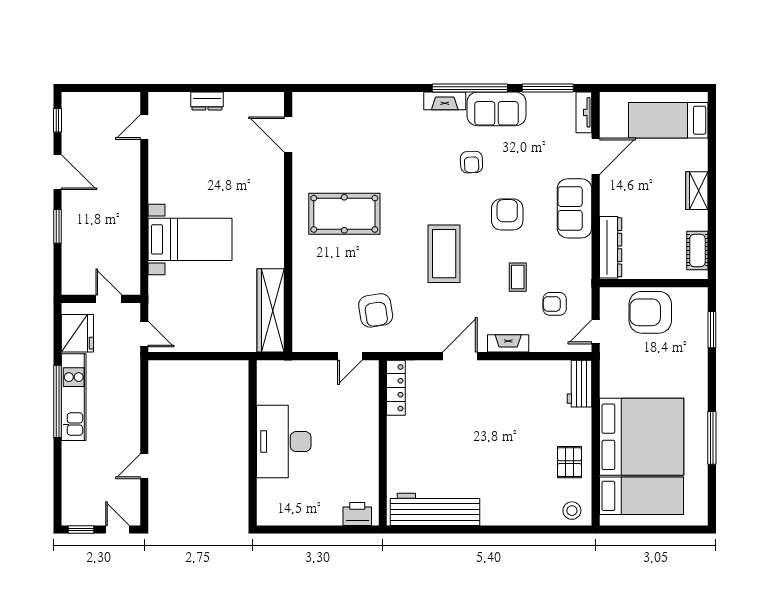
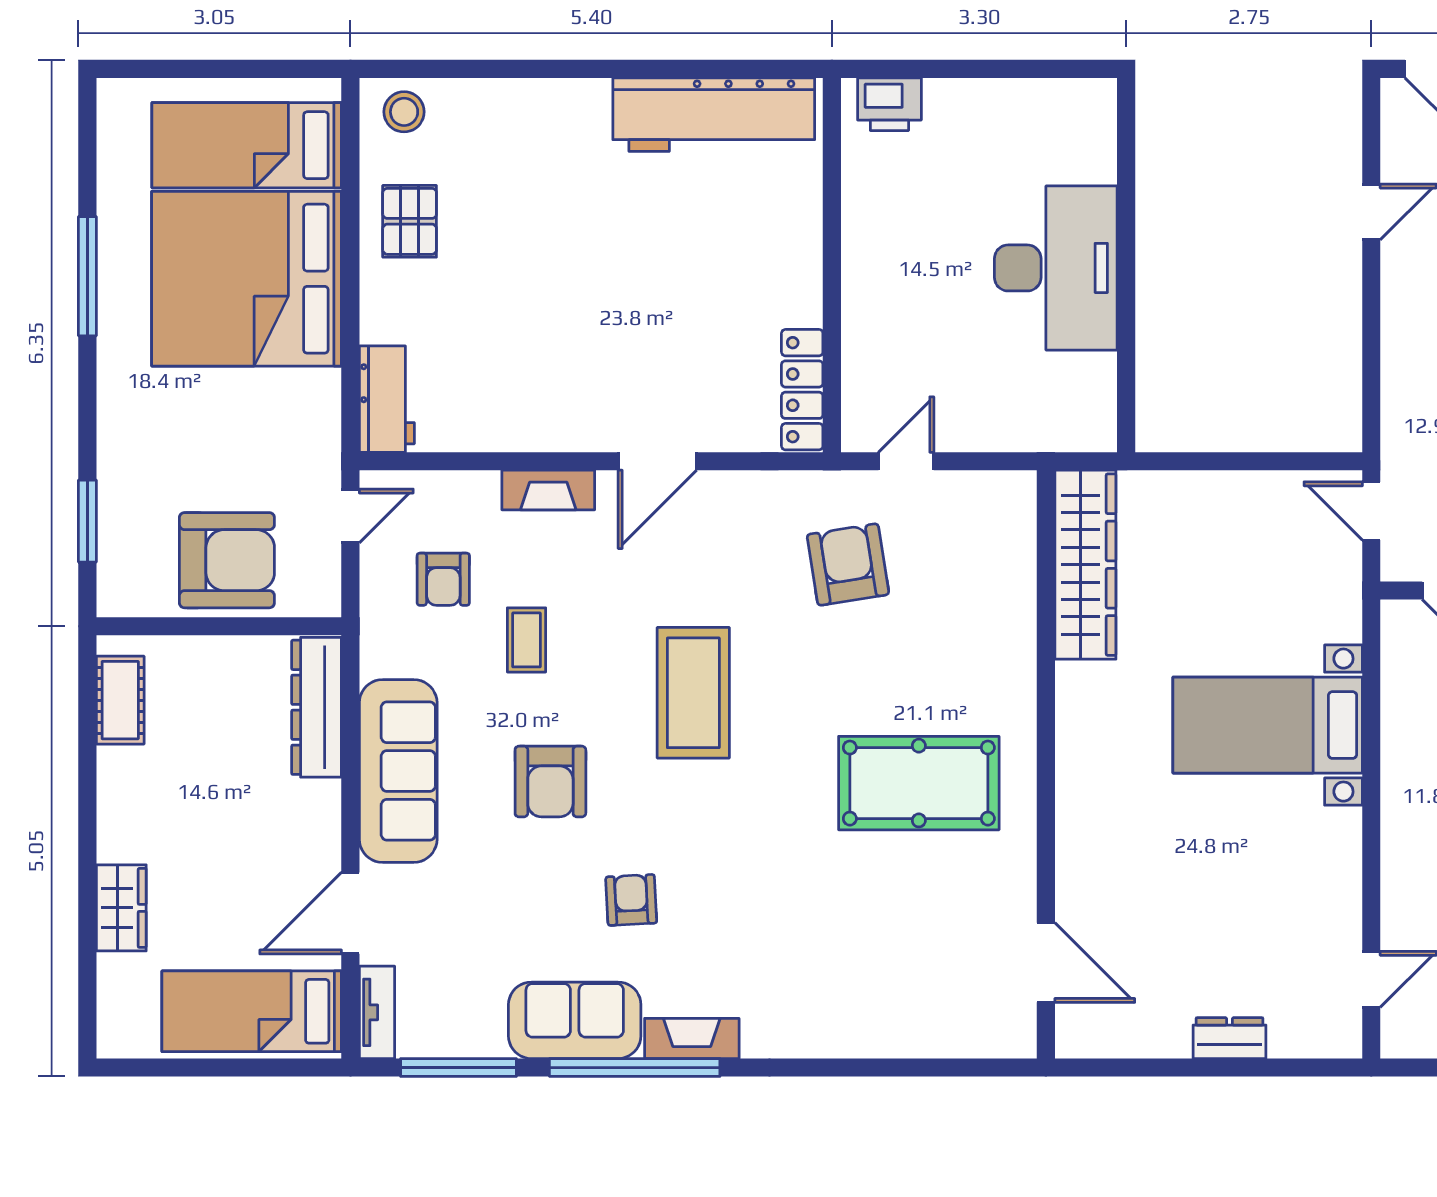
bed: (668, 120) -> (252, 1011), moved, turned 180
wardrobe: (697, 191) -> (121, 908), moved
sofa: (575, 208) -> (398, 771), width x1.36
armchair: (555, 304) -> (443, 579), turned 90

